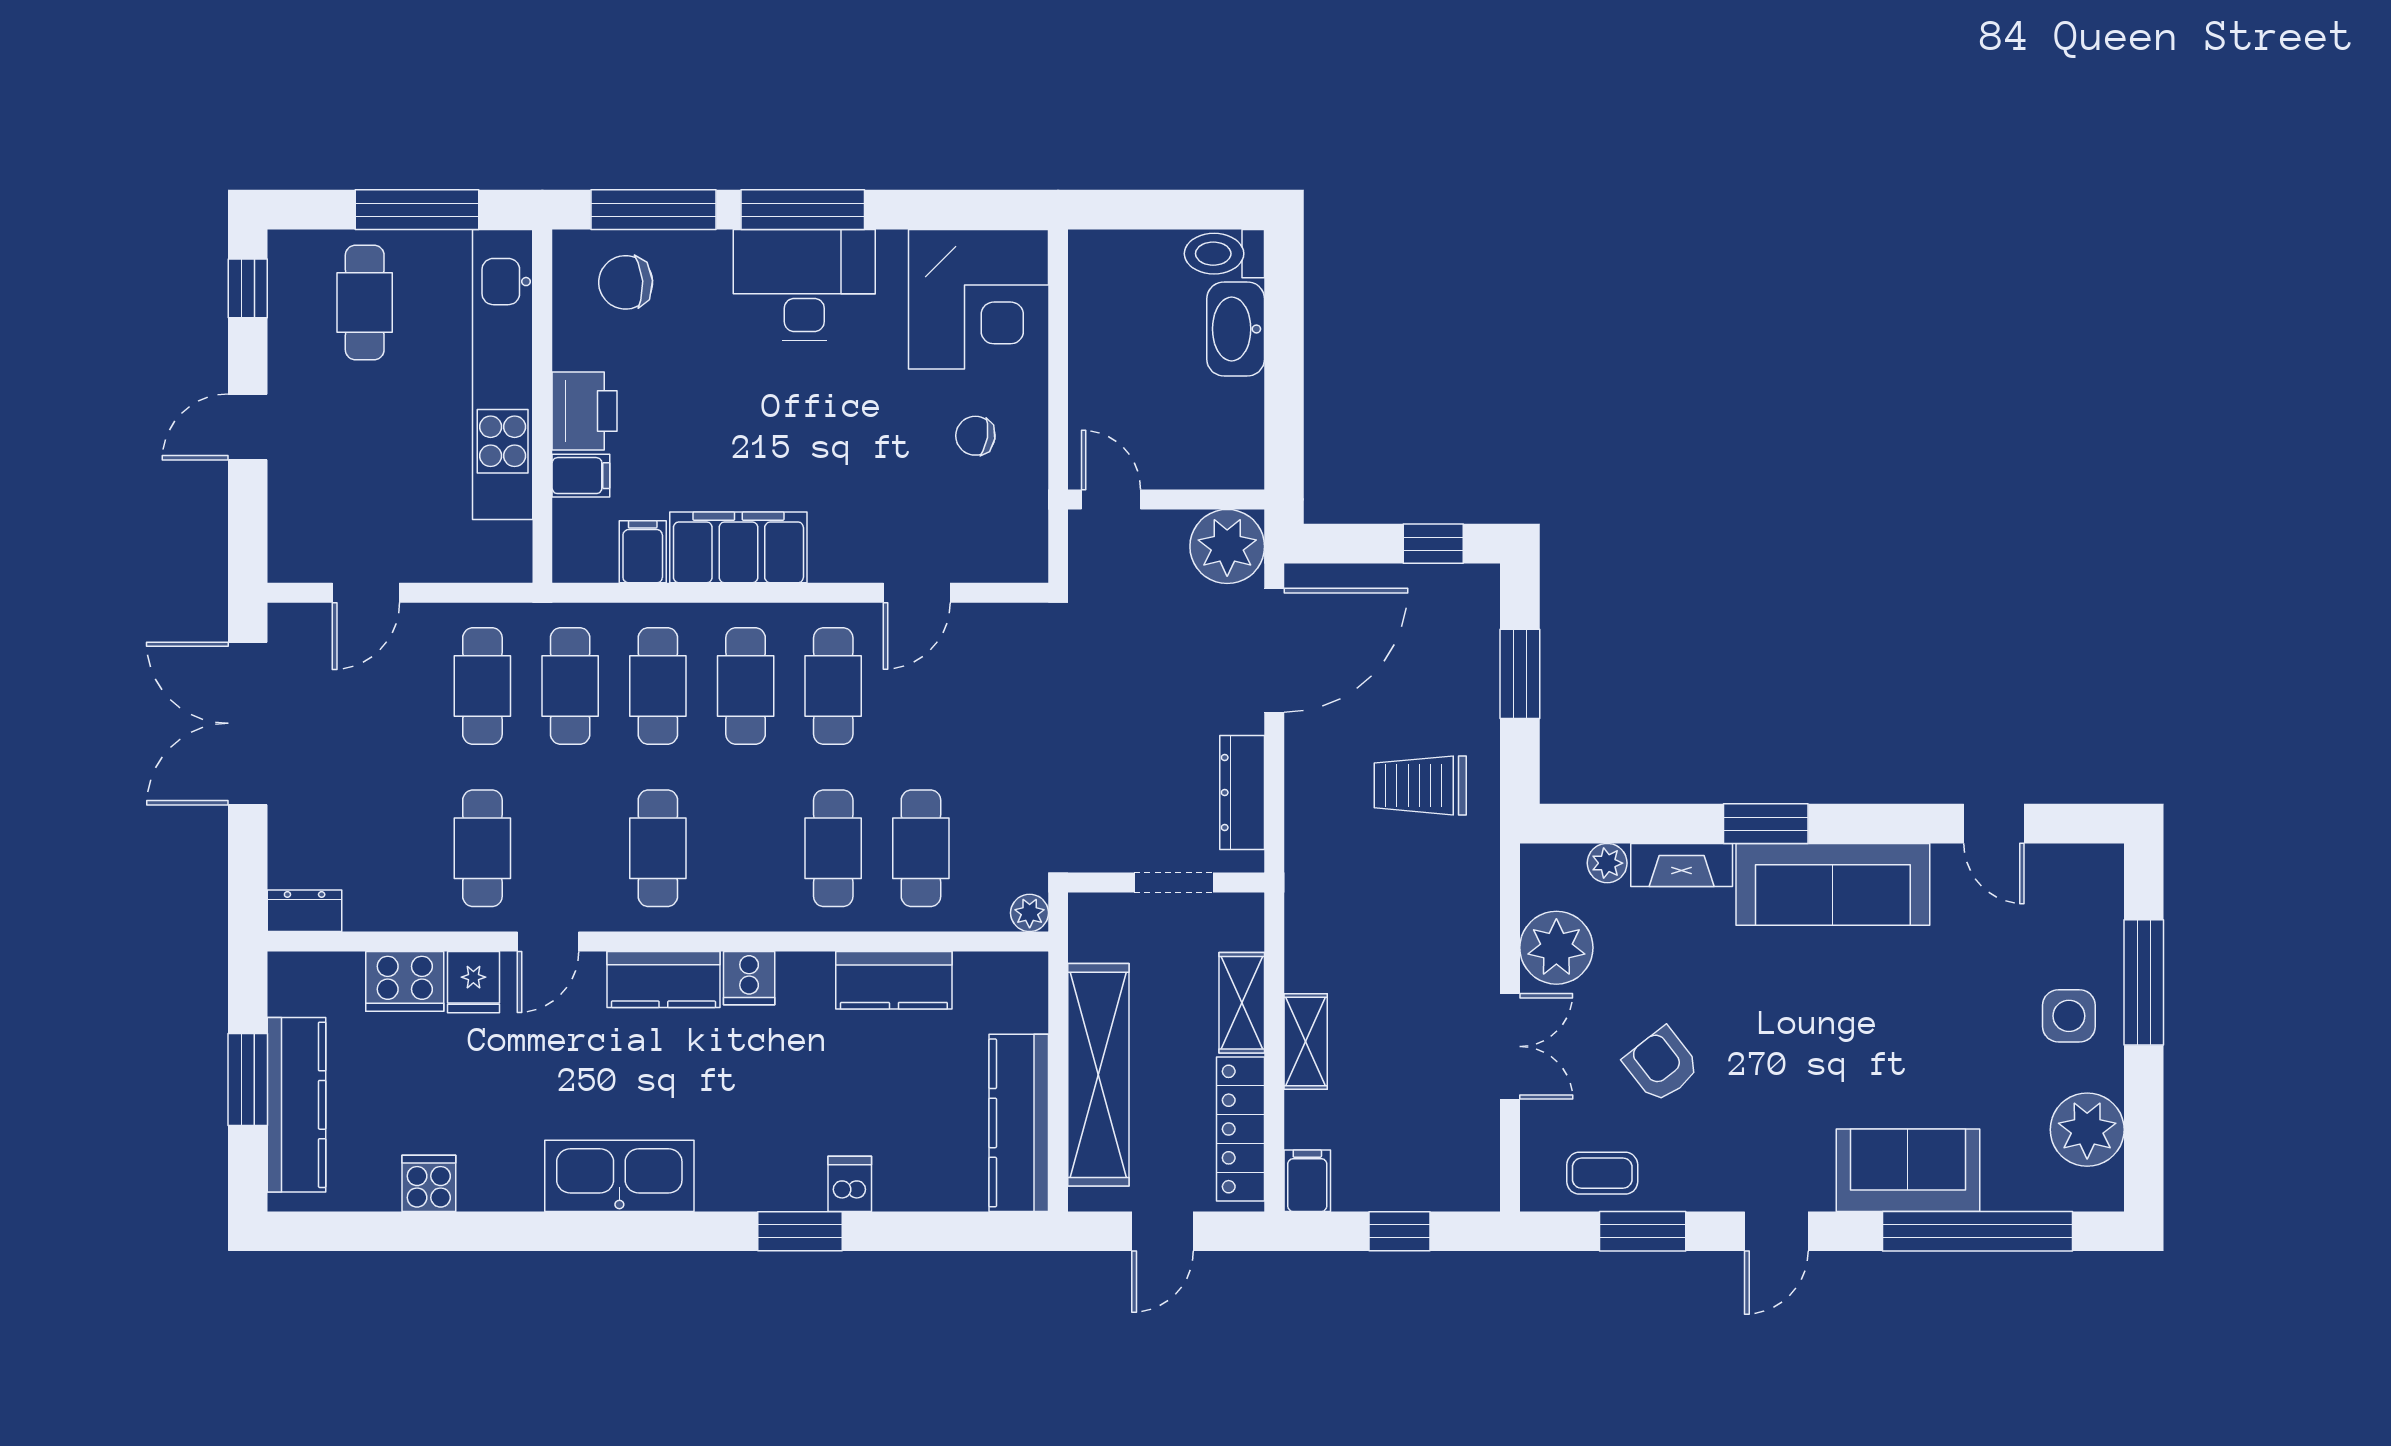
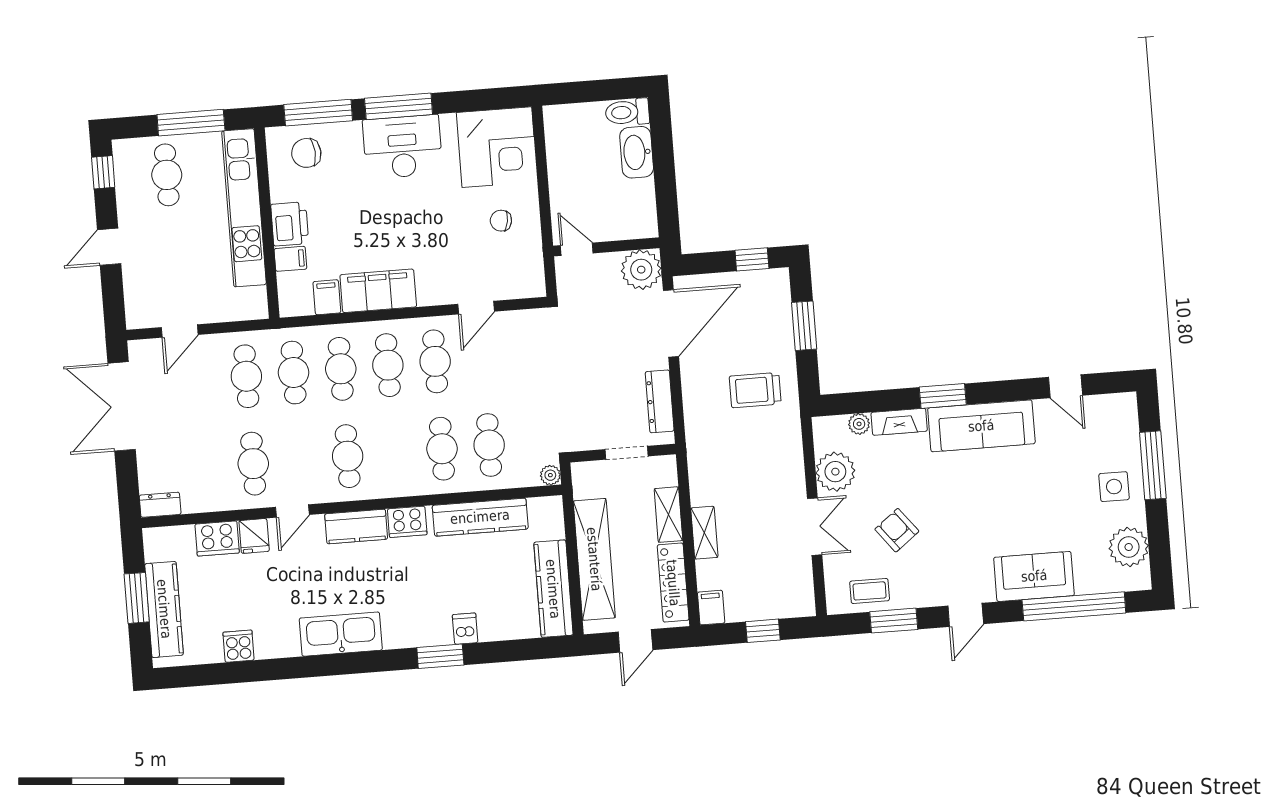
cooker: (749, 978) -> (407, 522), width x1.36
kitchen counter: (894, 980) -> (480, 517), width x1.50

